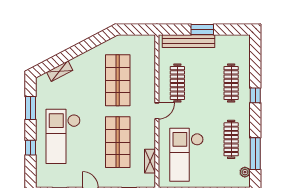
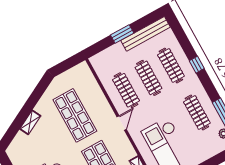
bench: (188, 41) -> (146, 34), moved
shelving: (60, 71) -> (30, 122), moved
clothes rail: (204, 83) -> (148, 78), added

